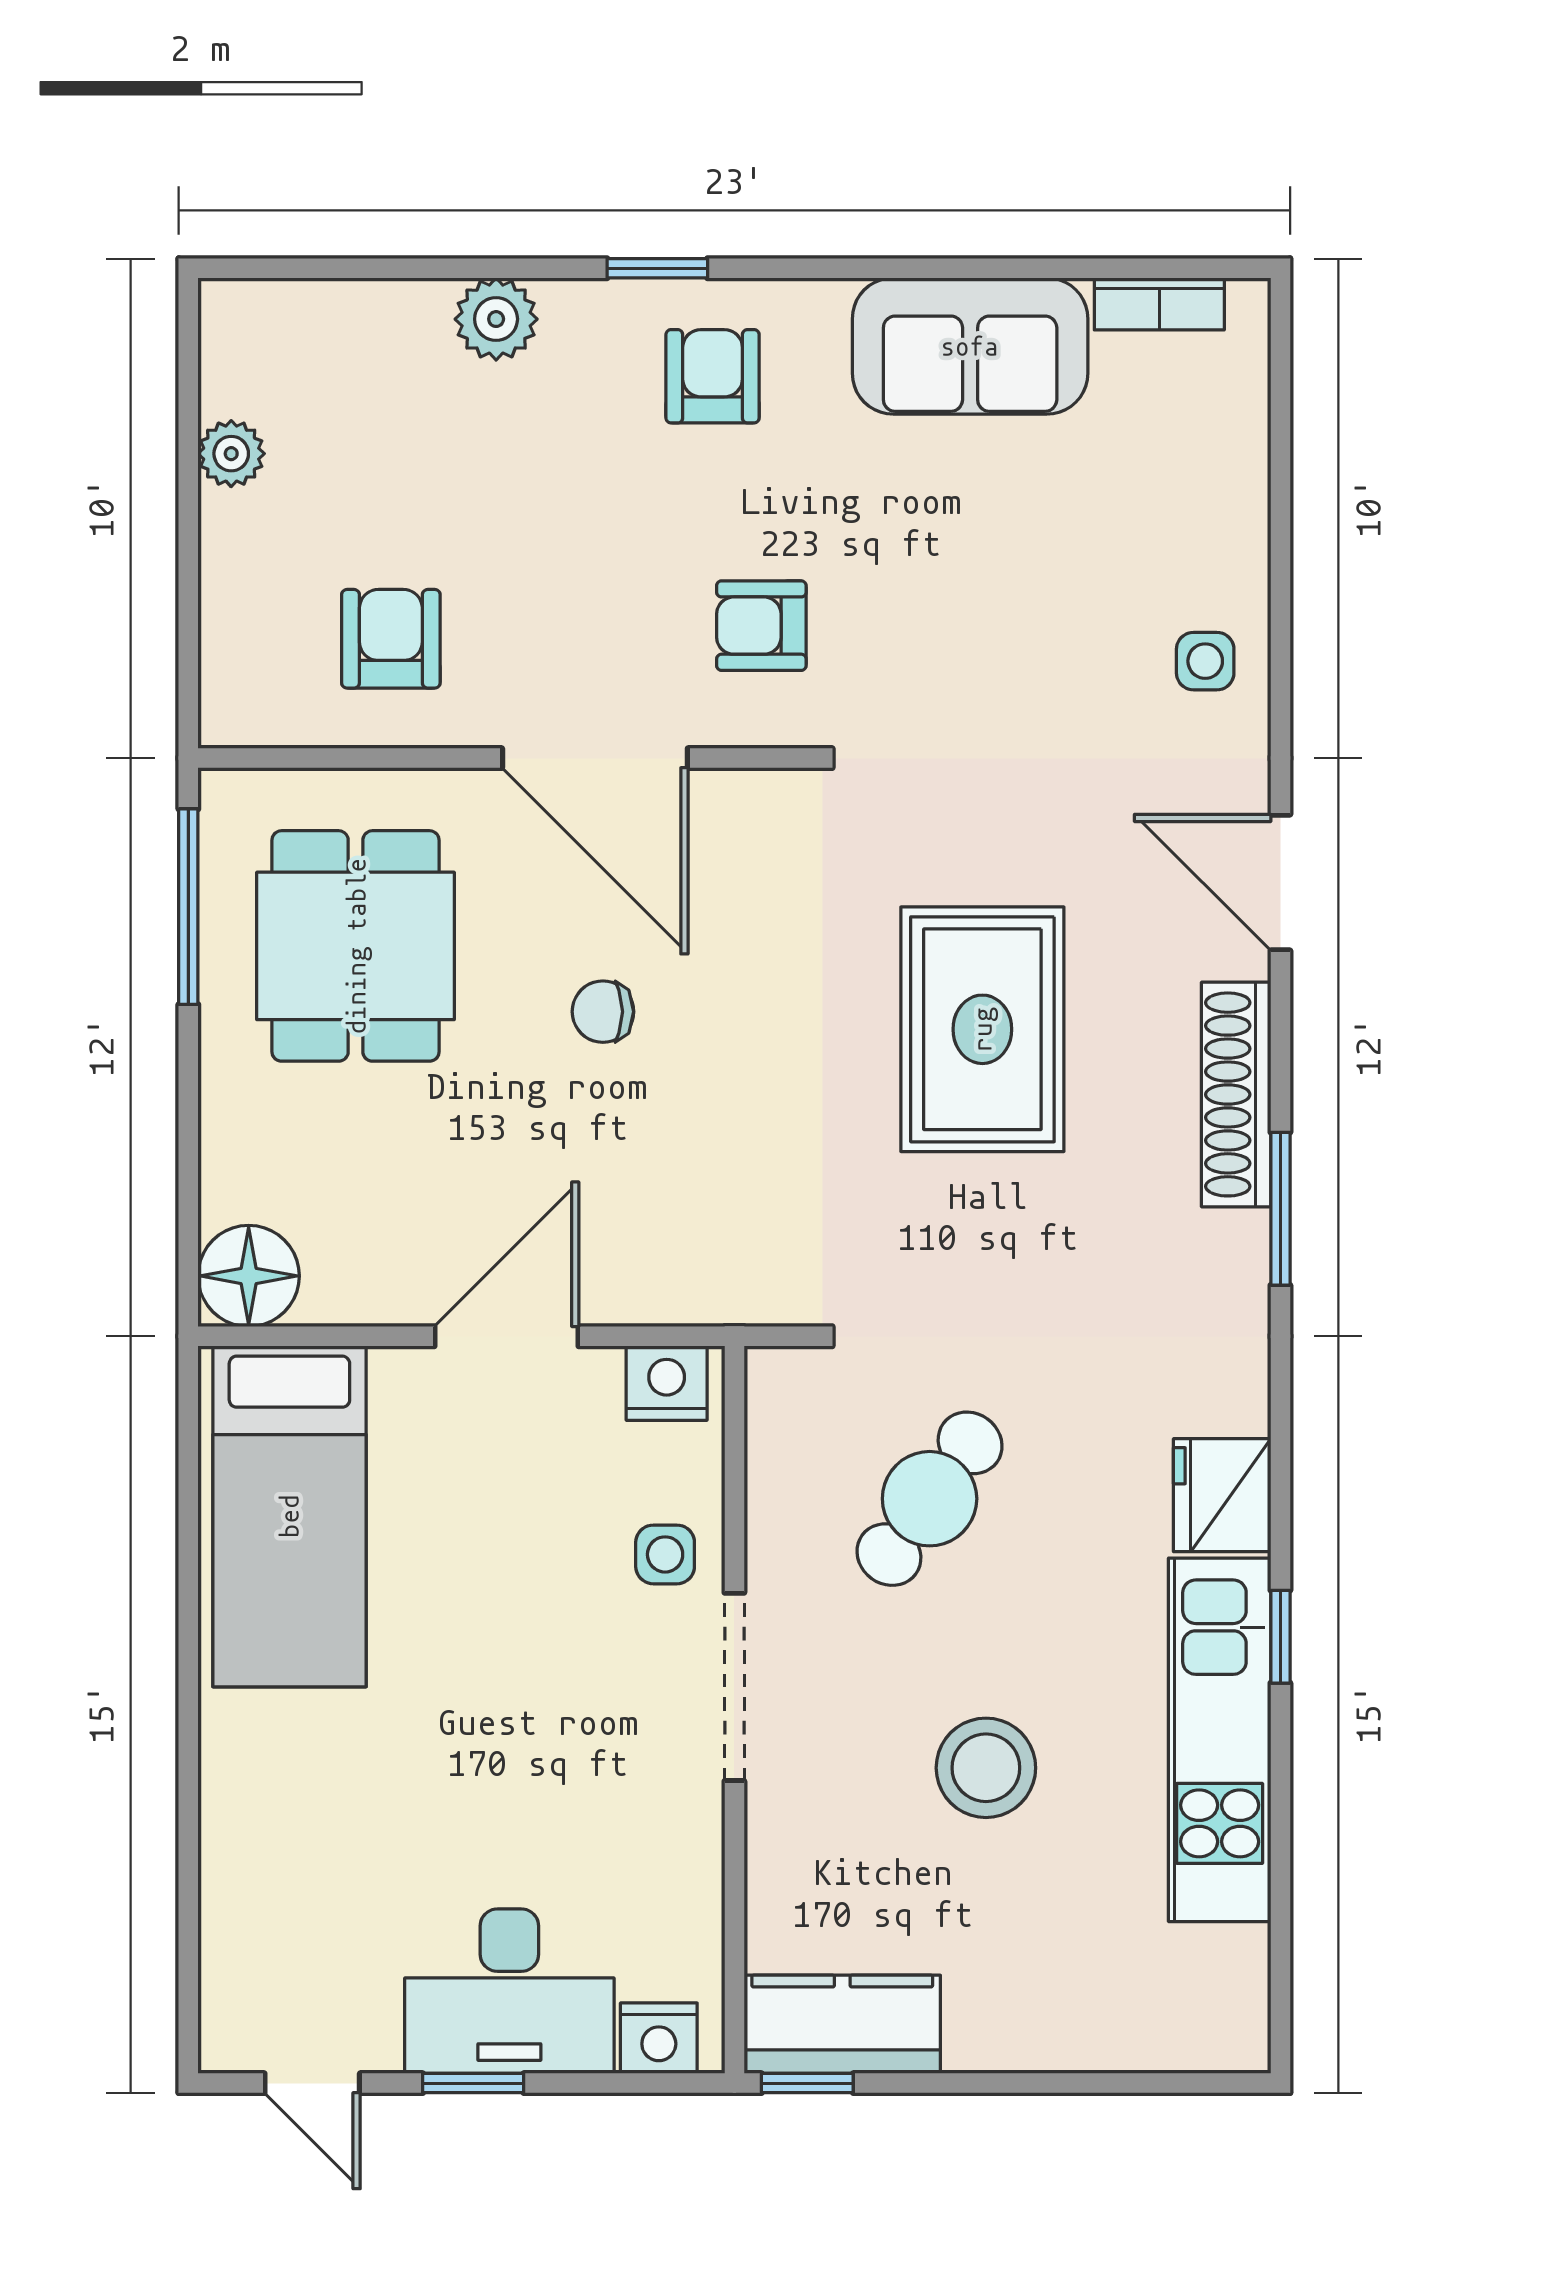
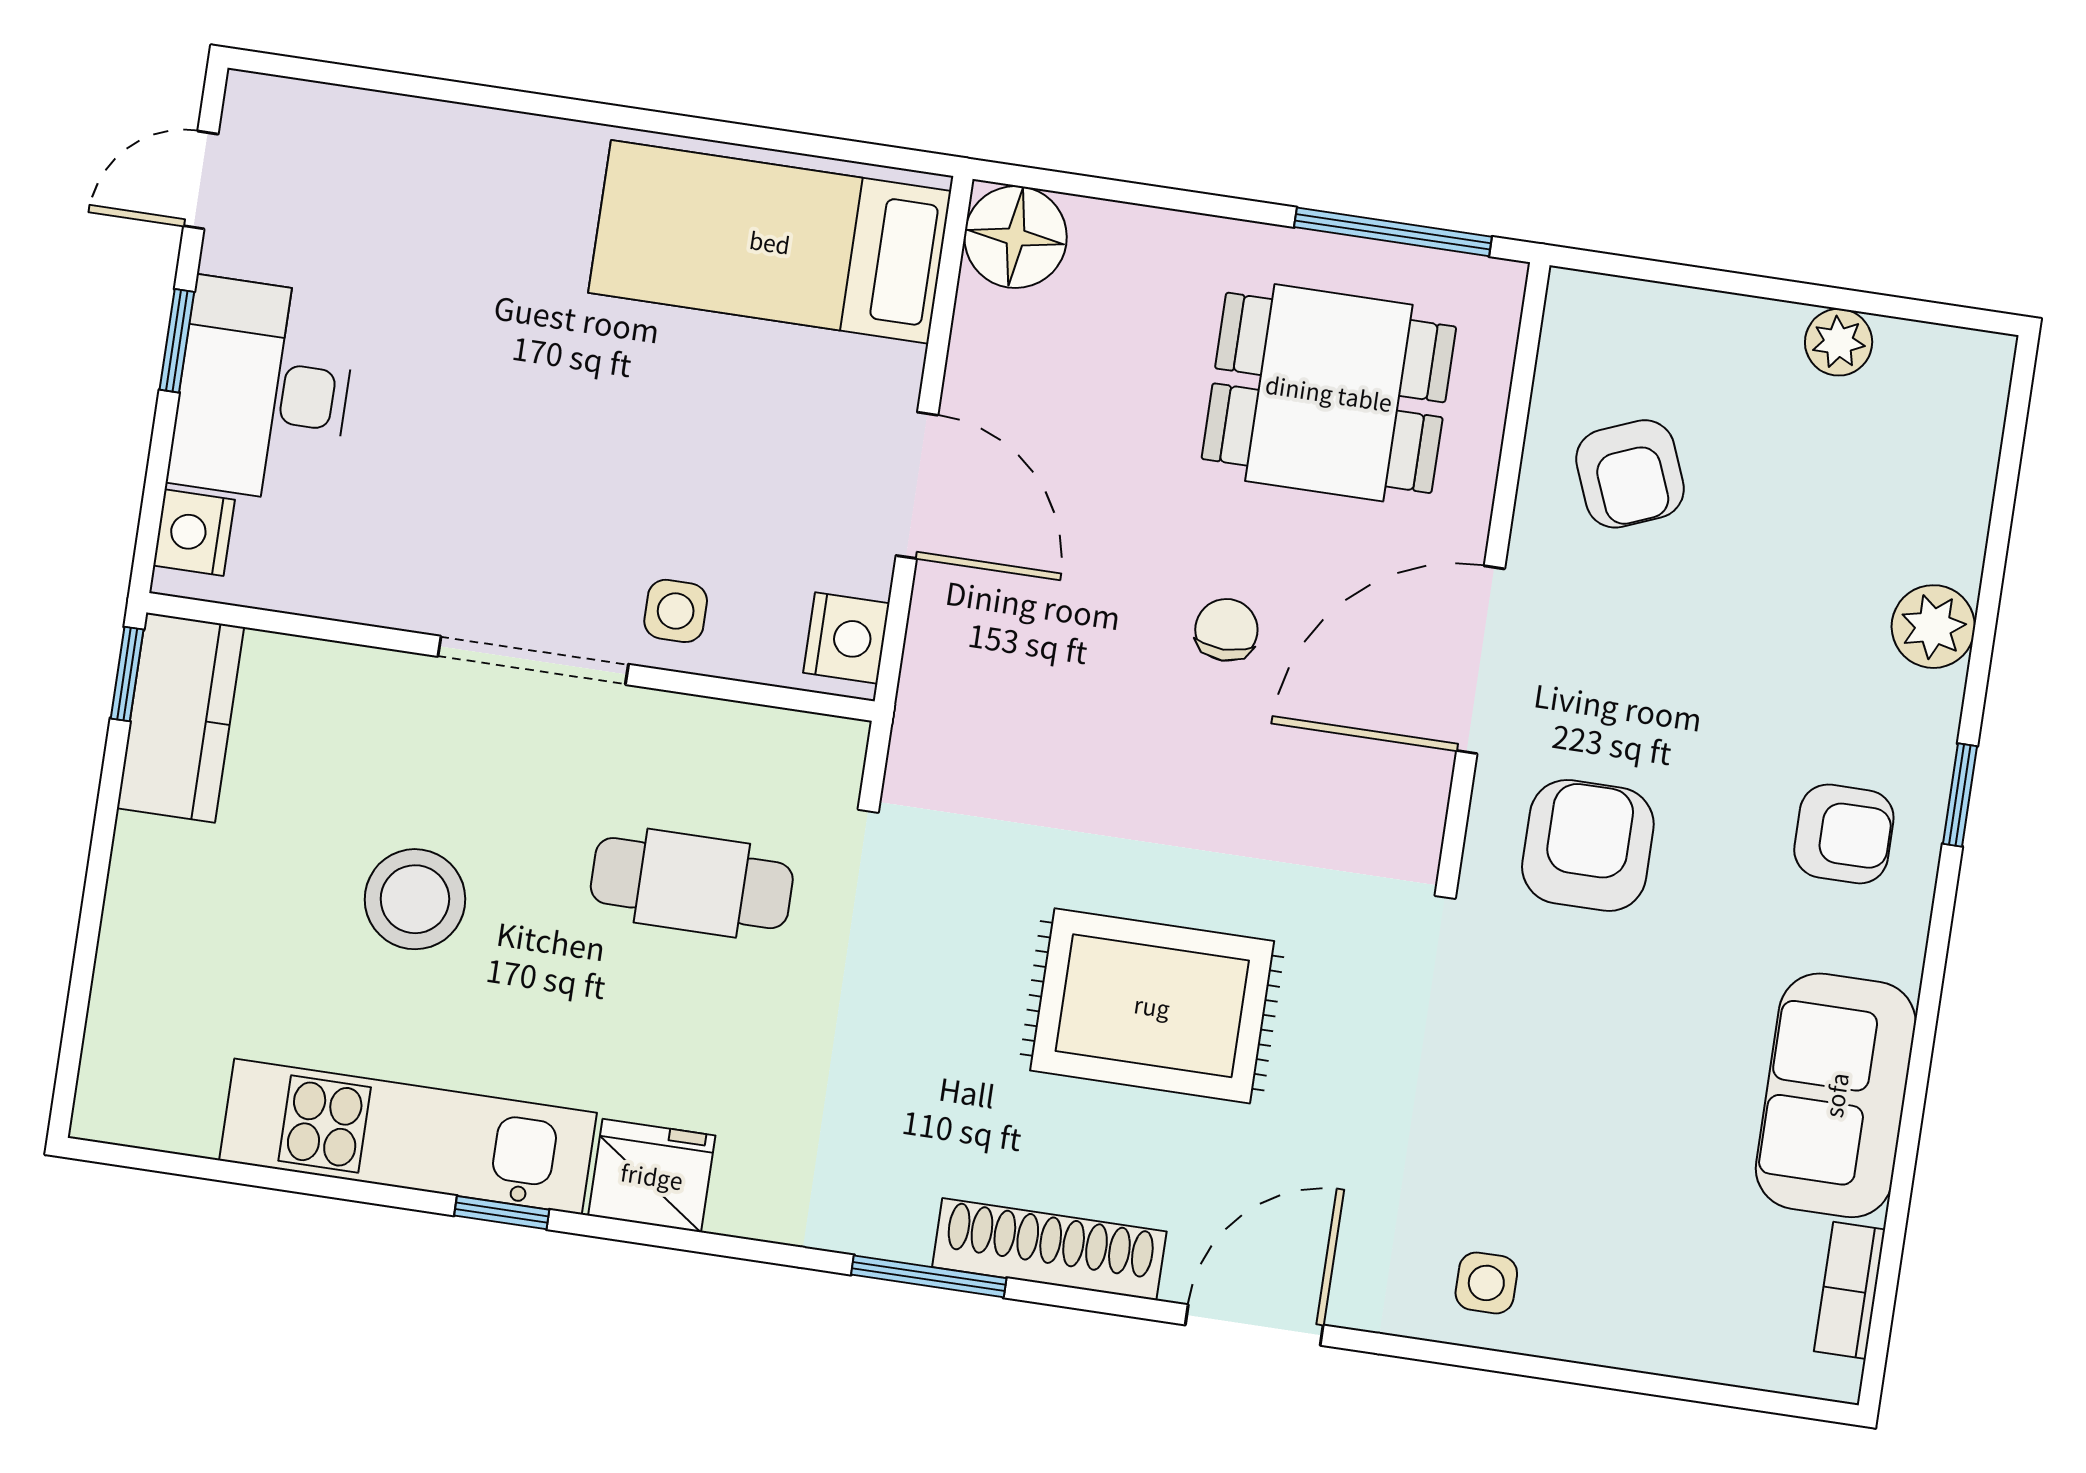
armchair: (761, 626) -> (1588, 845), width x1.38, depth x1.38
armchair: (391, 639) -> (1630, 474), turned 68
cafe table: (930, 1499) -> (692, 883), turned -36

